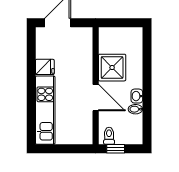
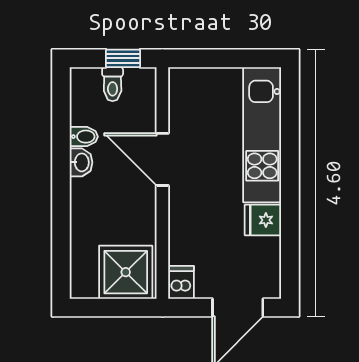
dishwasher: (86, 35) -> (181, 282), added
shower: (112, 68) -> (126, 272), moved
toilet: (109, 136) -> (113, 84), moved

